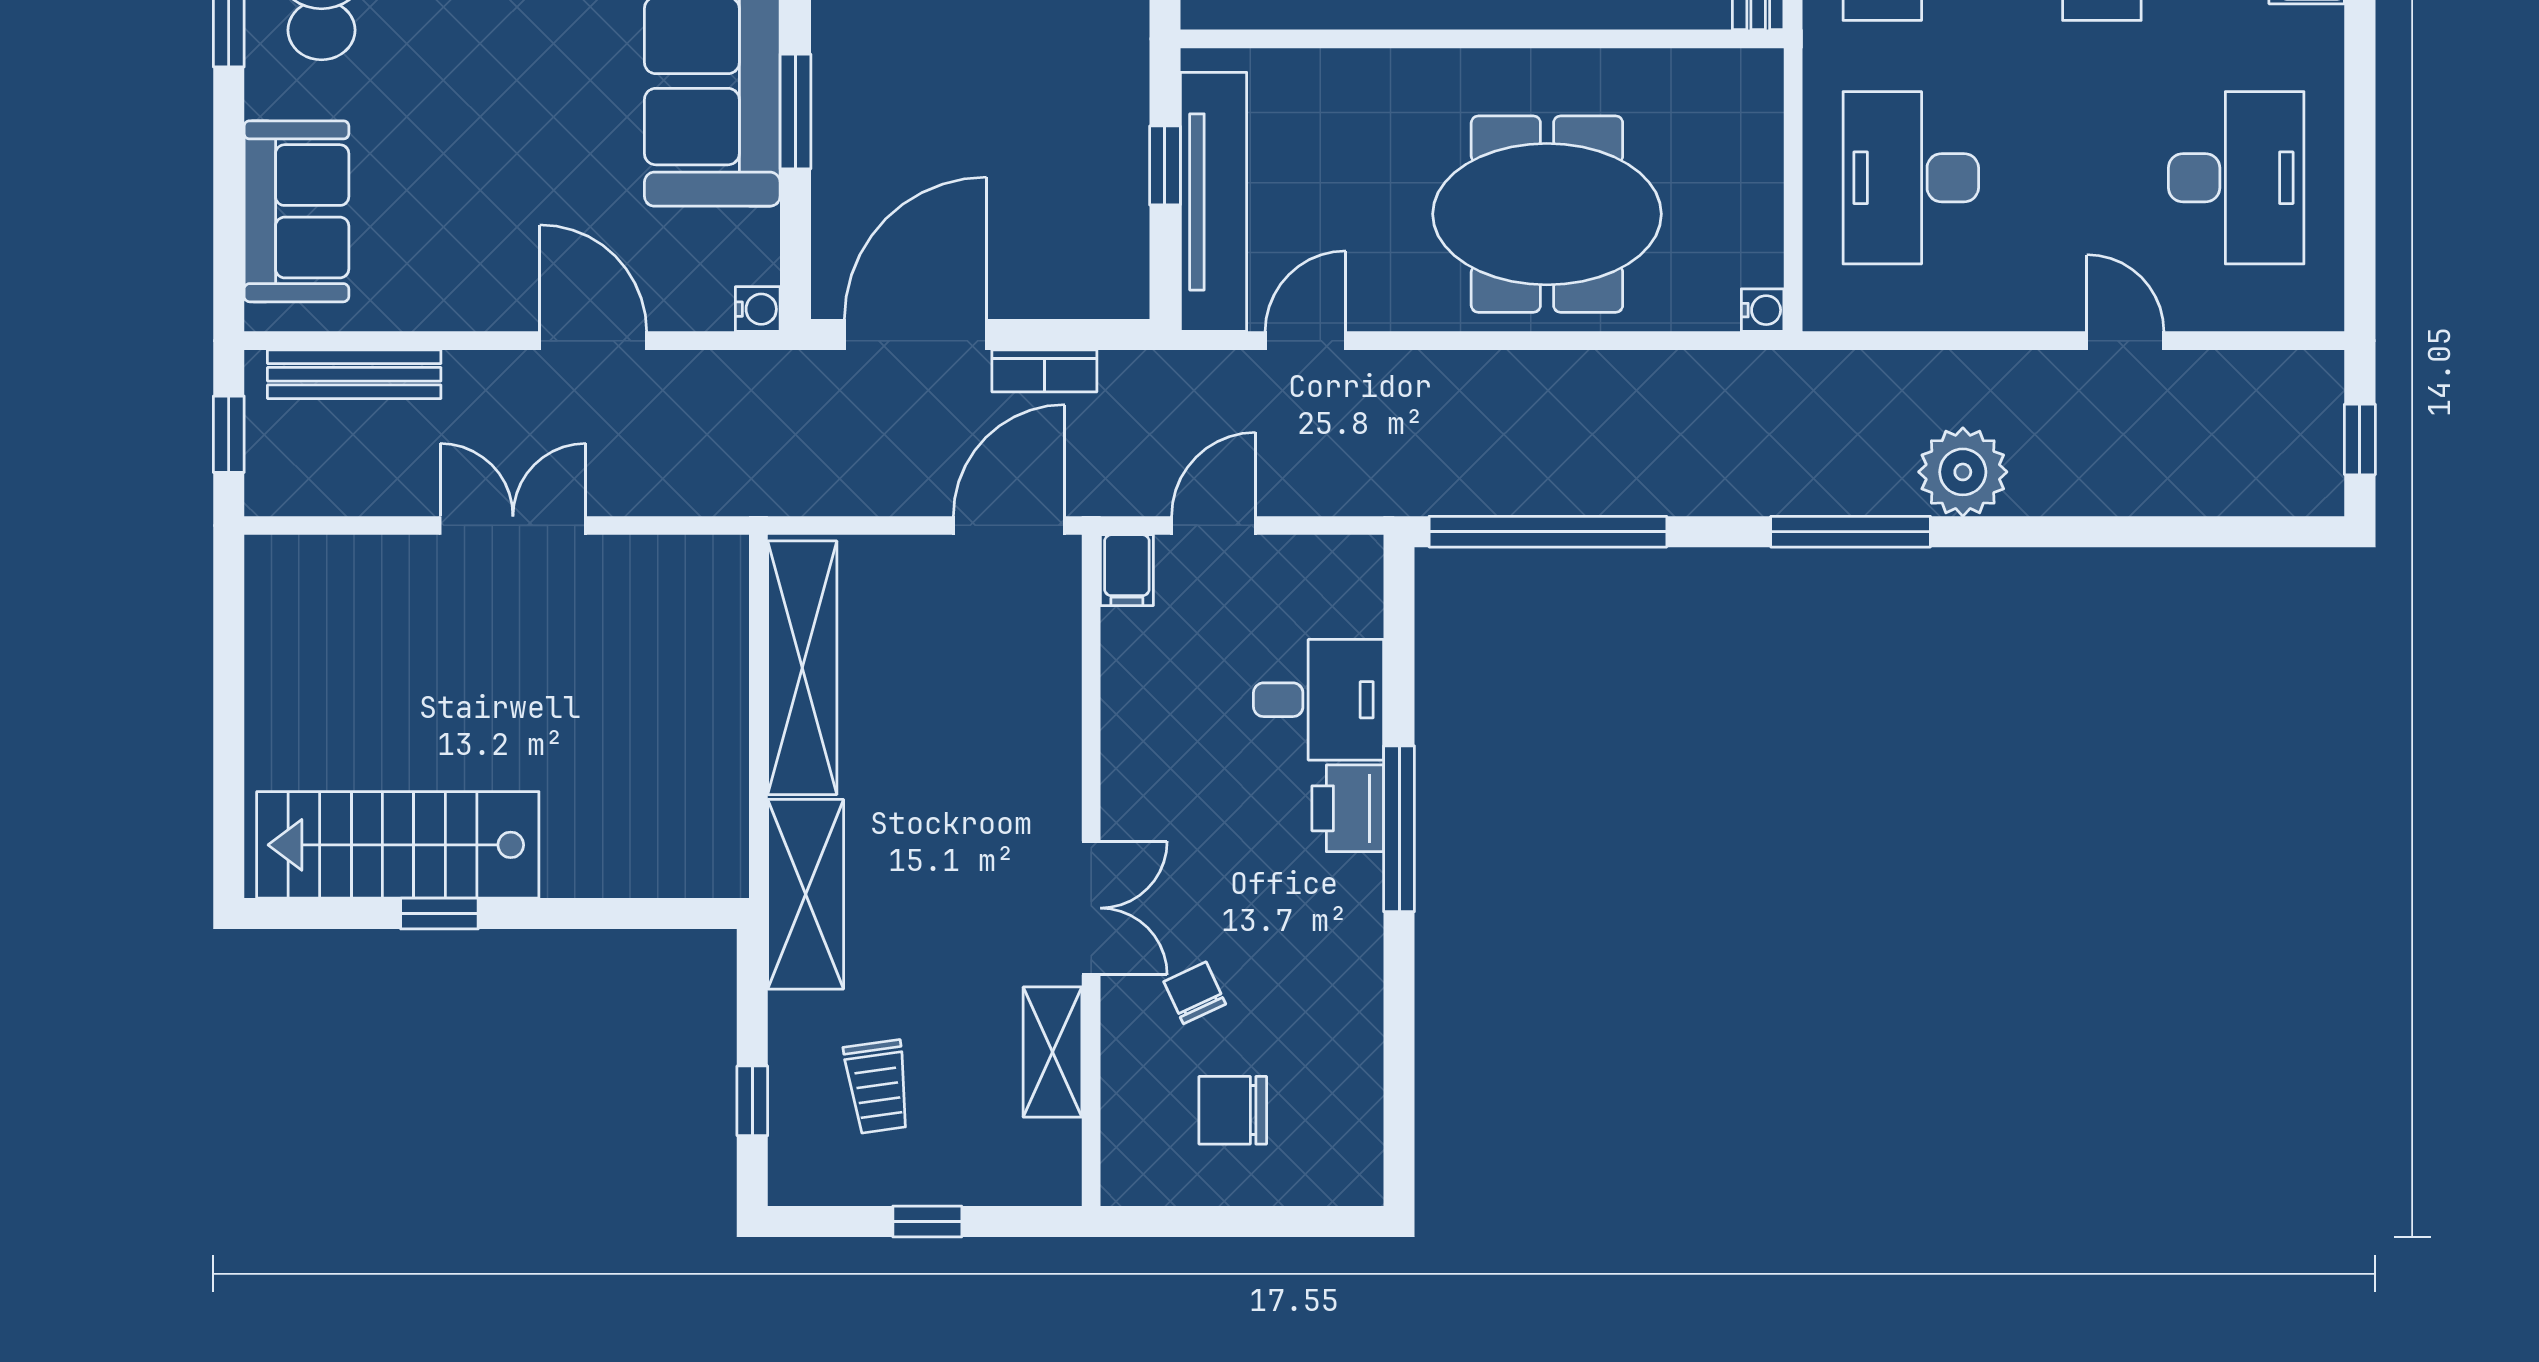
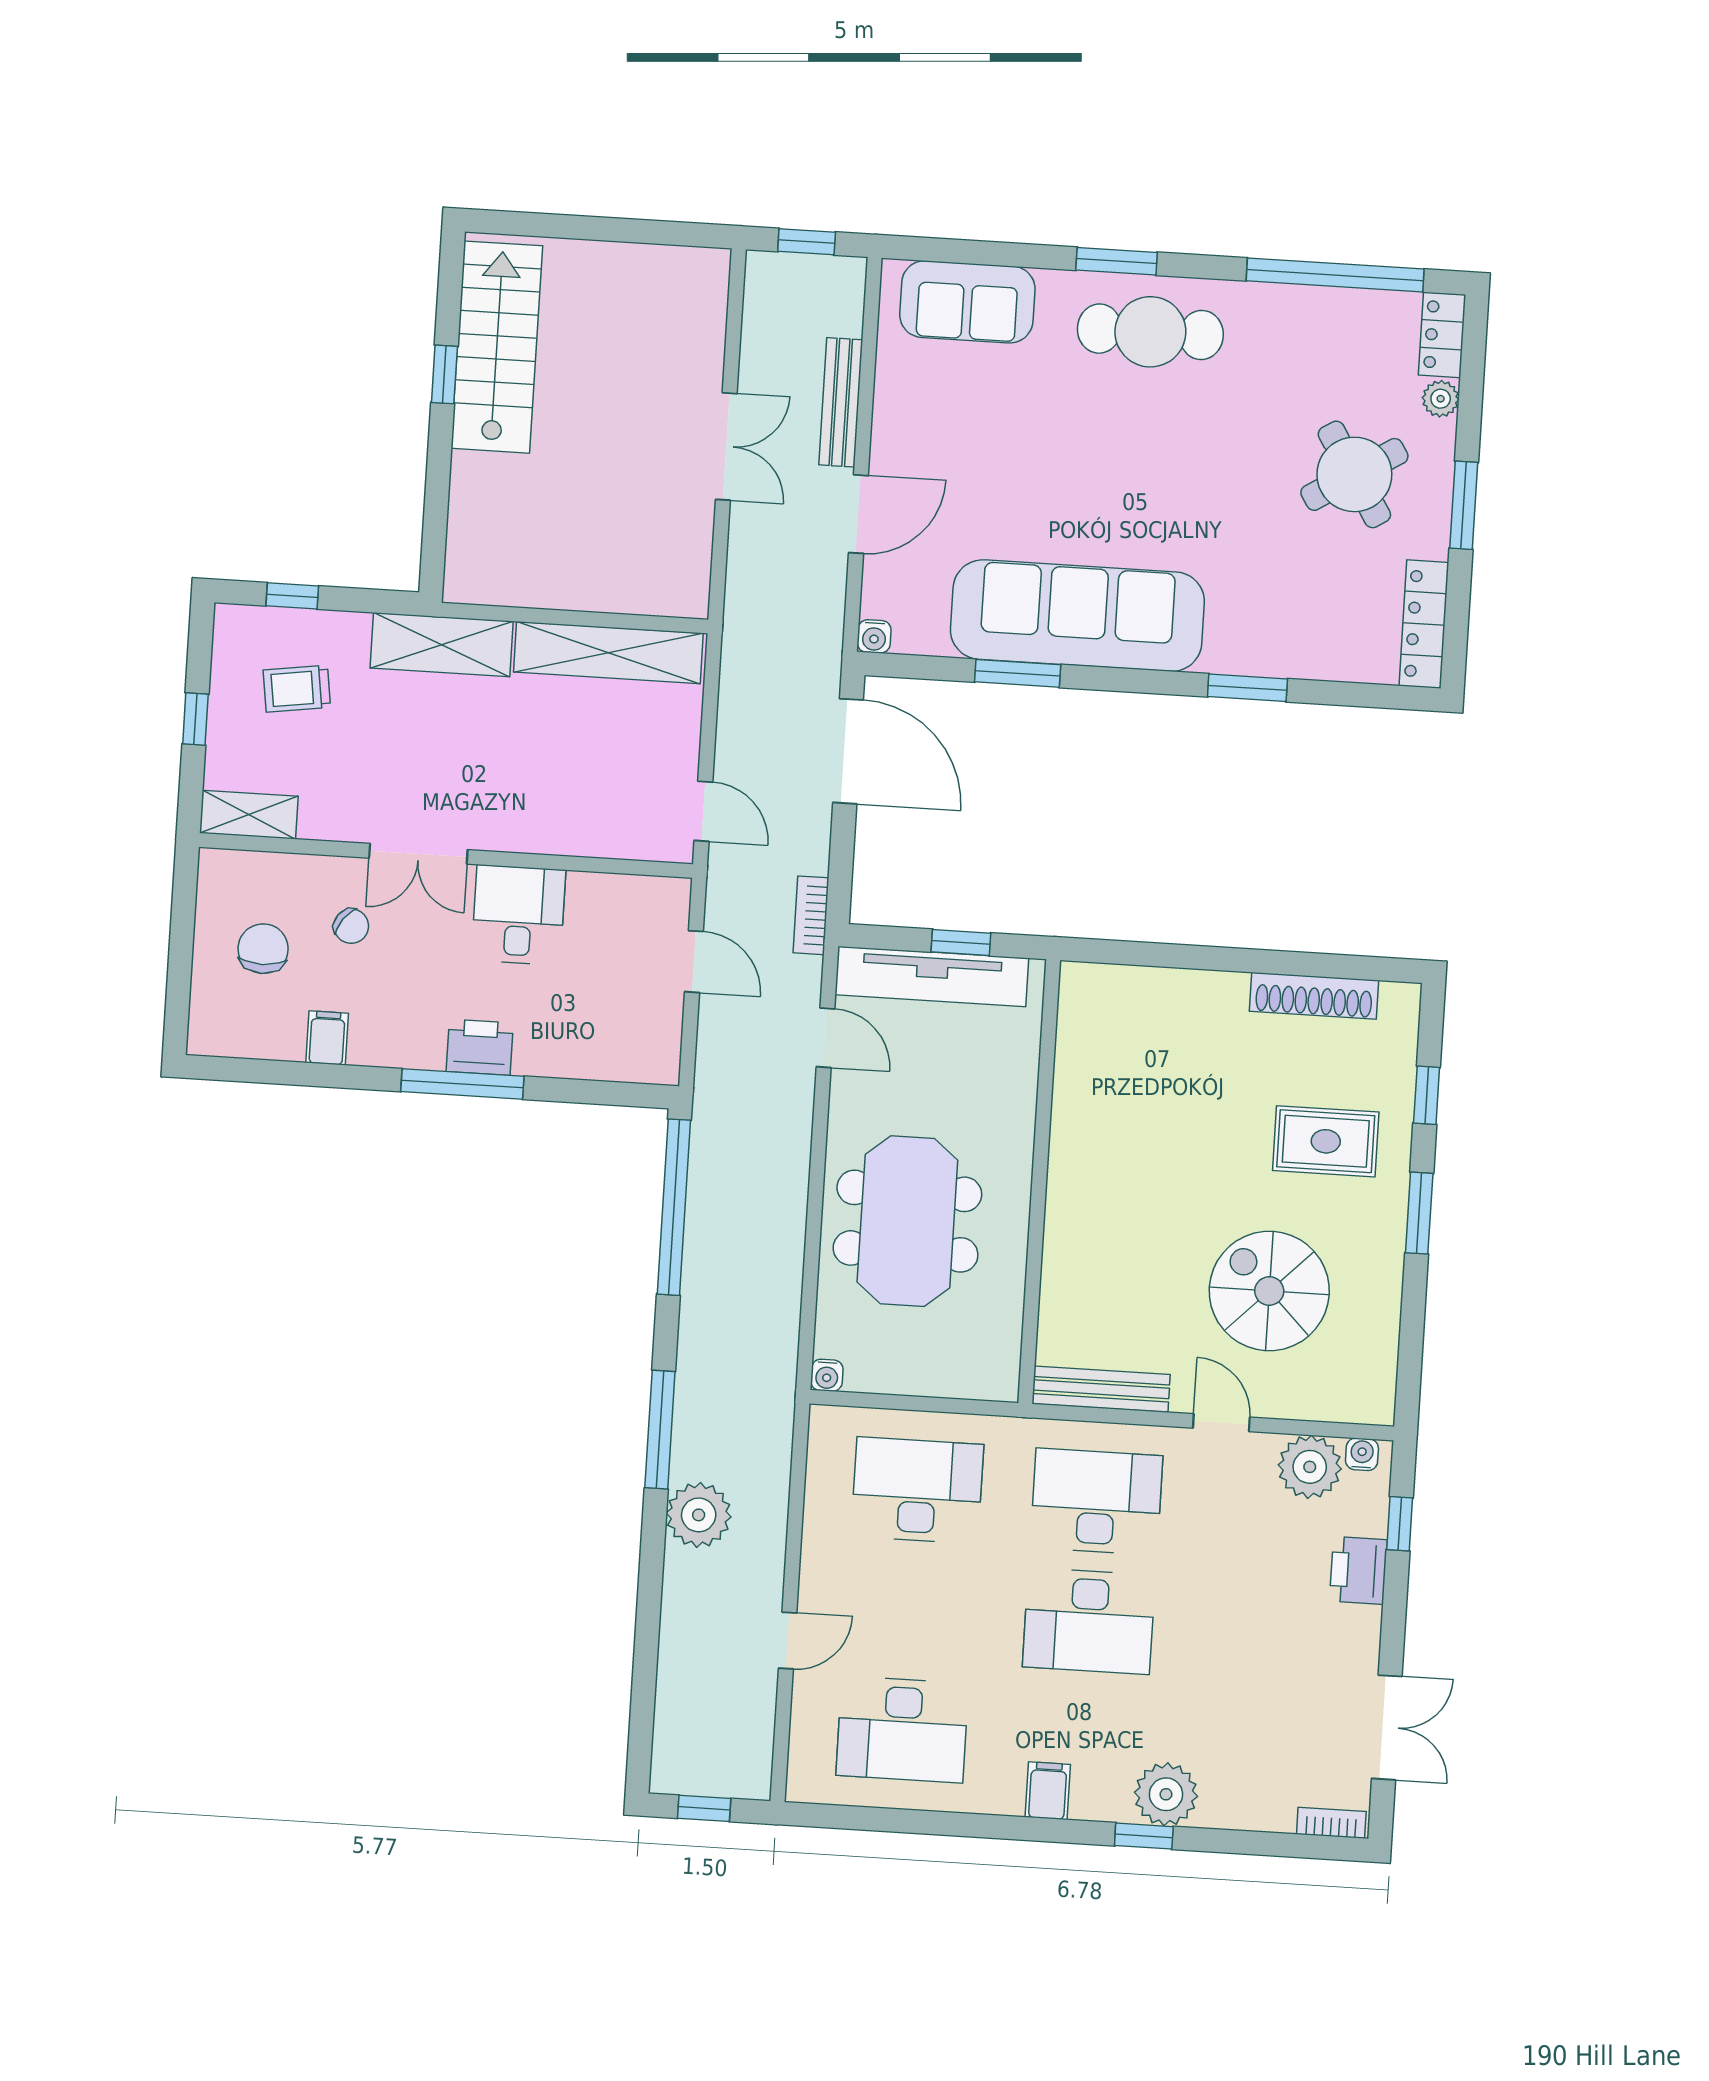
bookcase: (1044, 371) -> (811, 915), moved
bench: (354, 374) -> (841, 402), moved
door: (1009, 525) -> (703, 811), width x0.73
filing cabinet: (1127, 570) -> (327, 1038), moved, turned 90
desk: (1319, 700) -> (519, 915), moved, turned 180
chair: (1195, 993) -> (351, 926), turned 62
shelving: (1053, 1052) -> (249, 815), moved

